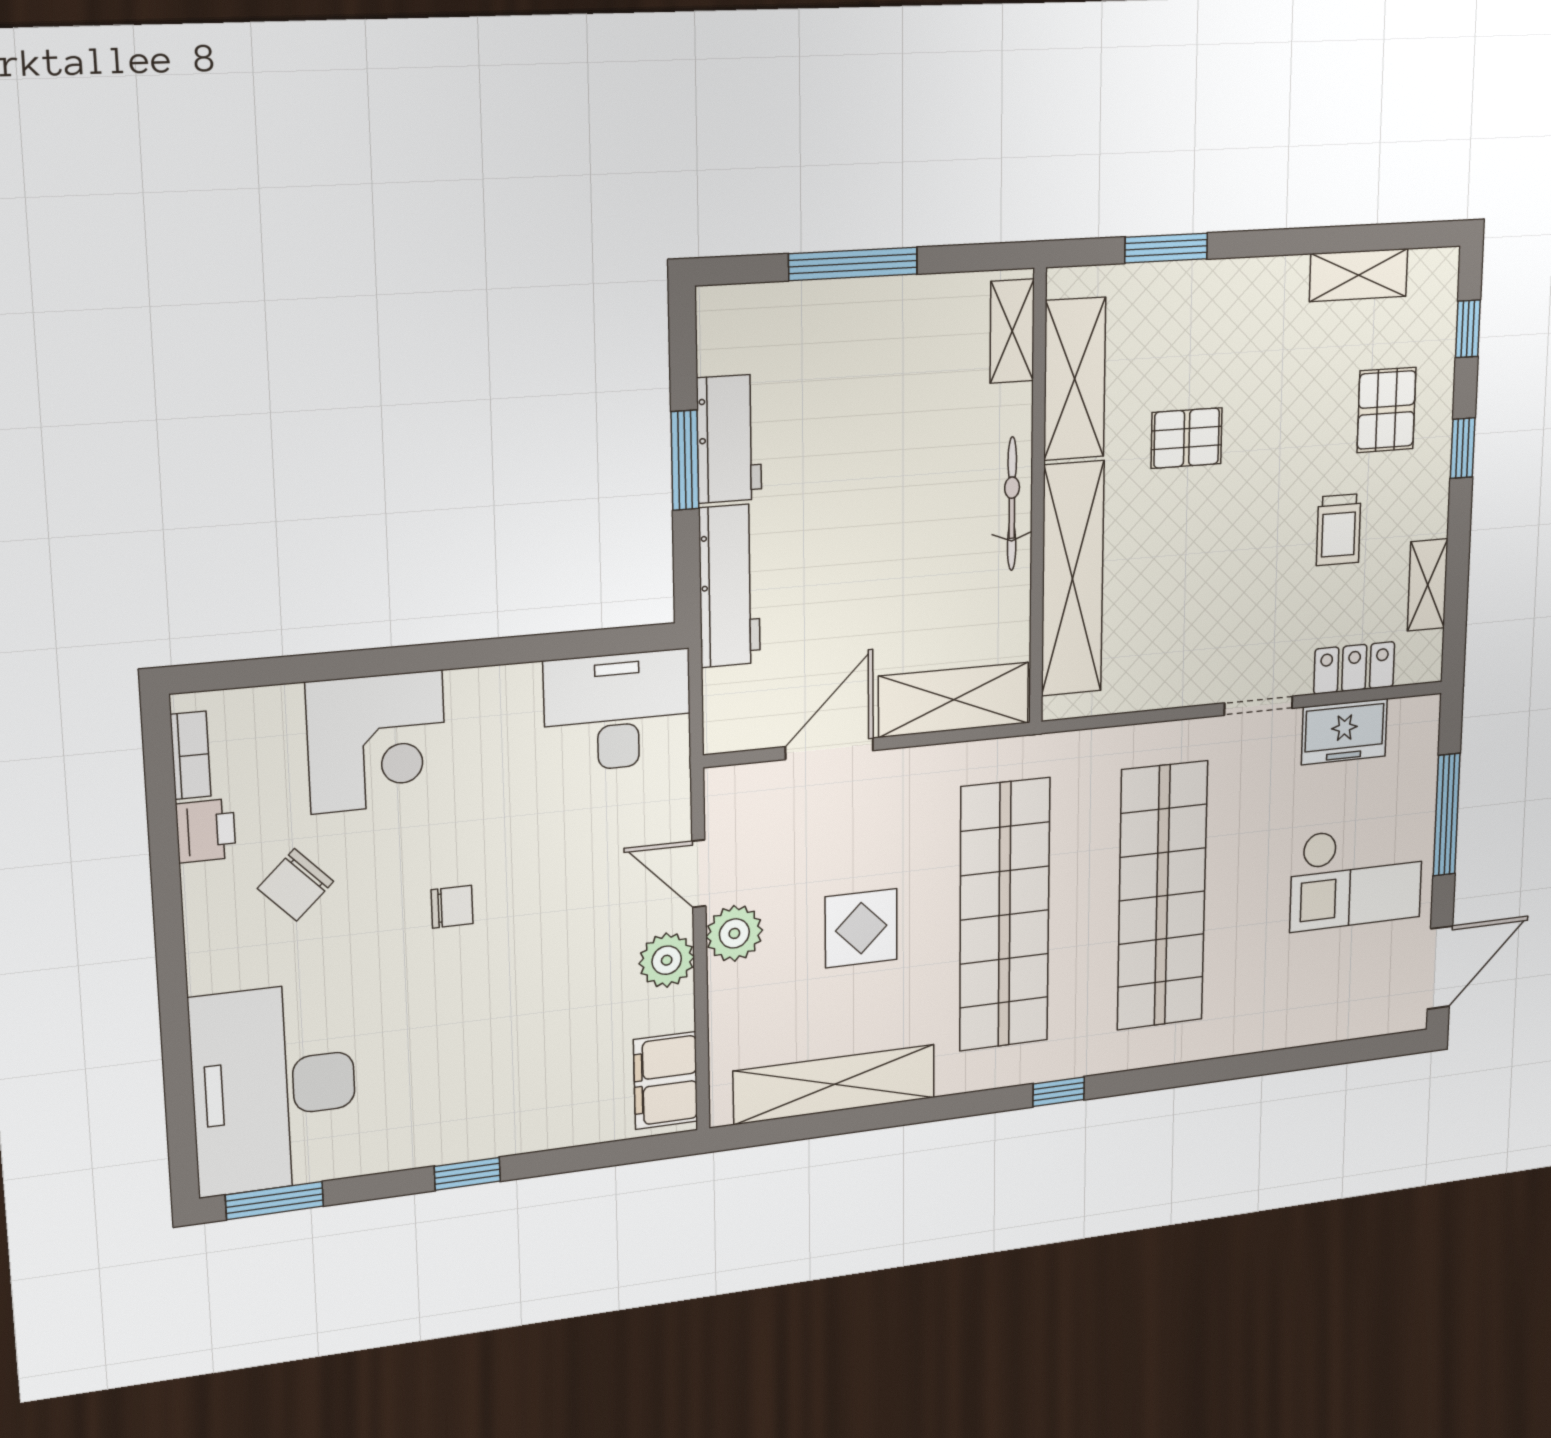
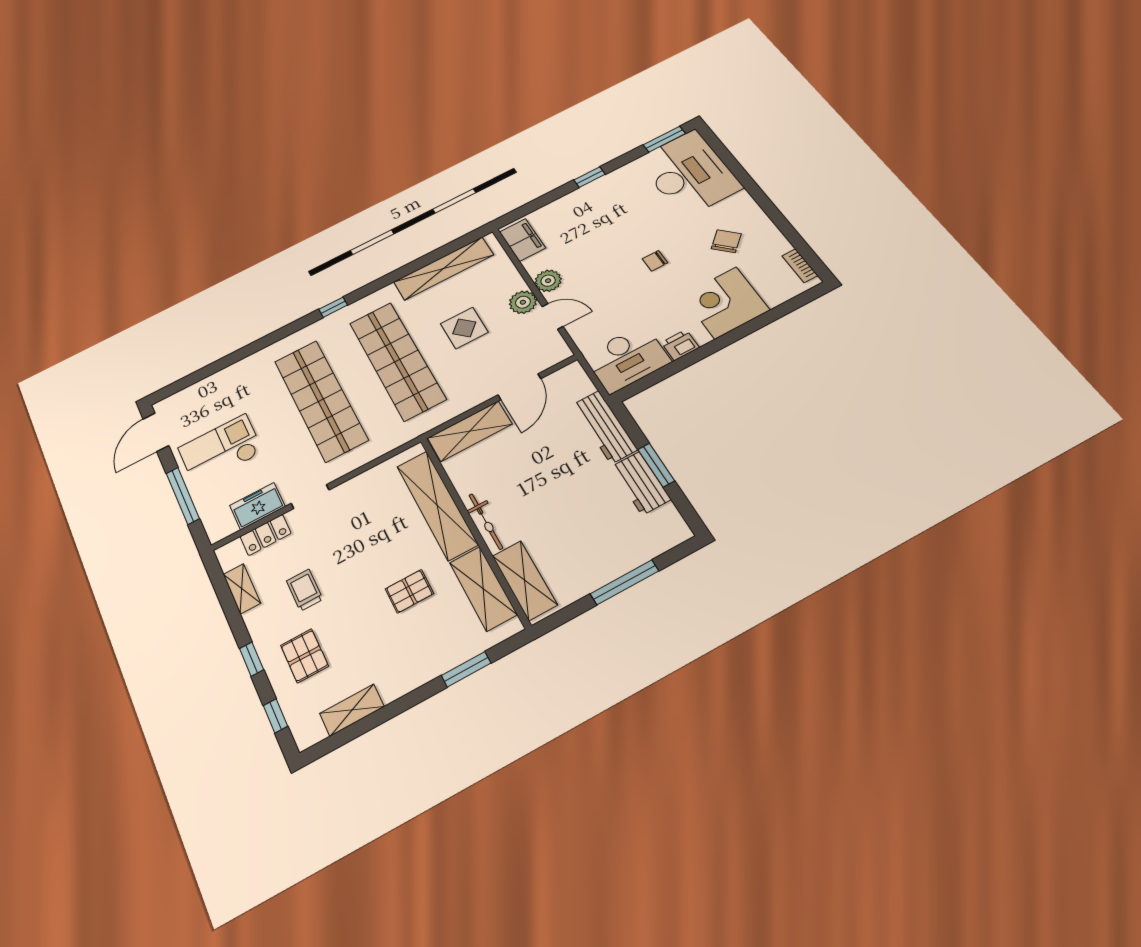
shelving: (1012, 331) -> (525, 580), width x1.50, depth x1.33
printer: (206, 831) -> (680, 345), moved, turned 90

